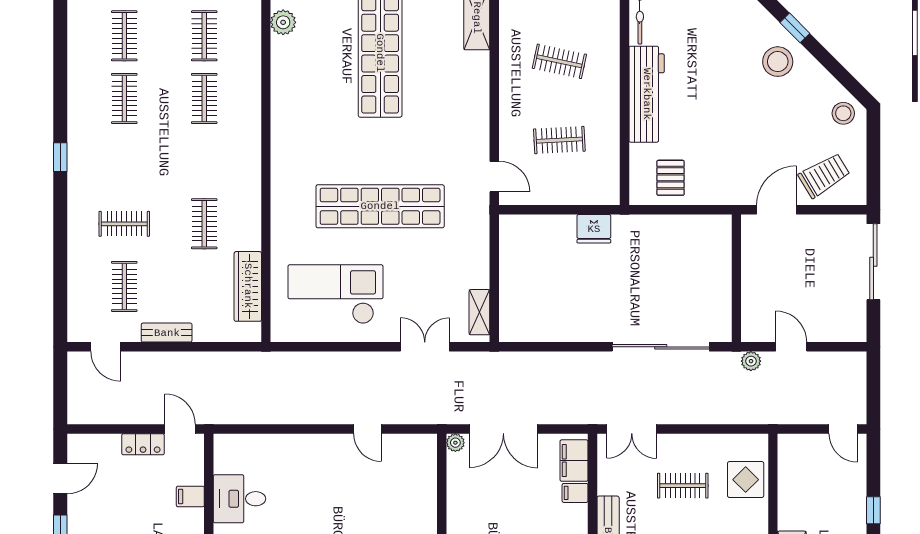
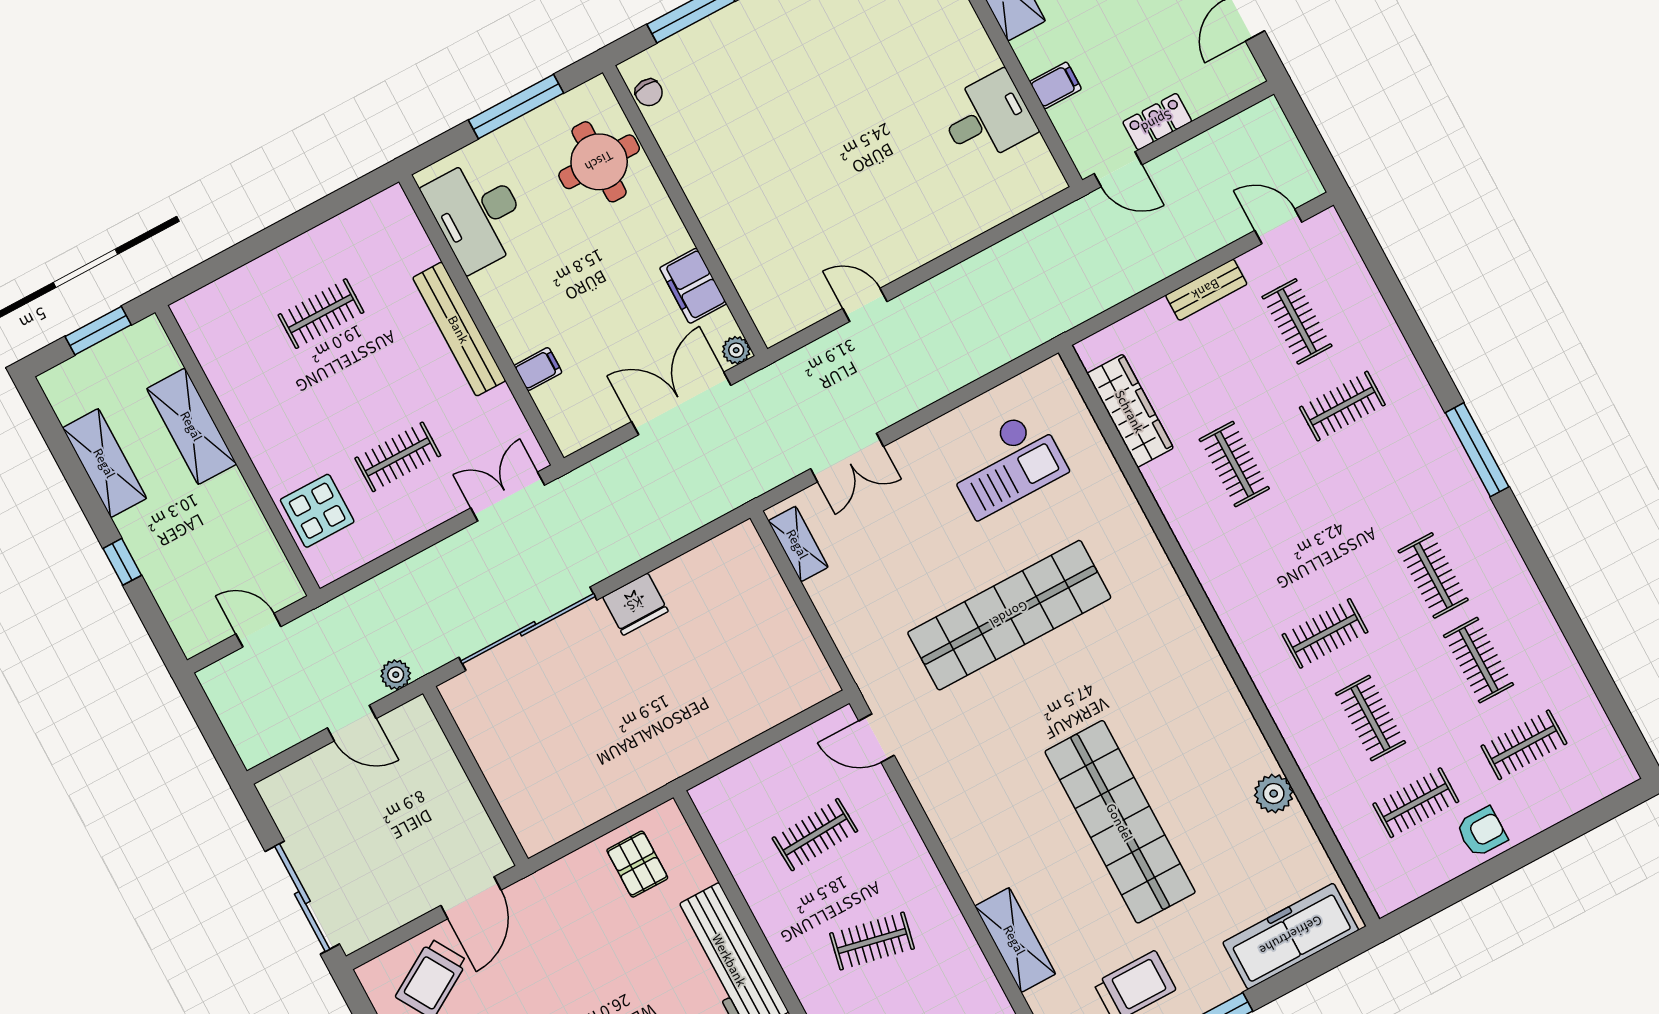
clothes rail: (204, 98) -> (1325, 633), turned 90
window: (60, 157) -> (1477, 450), width x2.17
fridge: (594, 229) -> (635, 604), moved, turned 180
checkout: (336, 294) -> (1006, 464), width x0.73, depth x0.83
door: (843, 429) -> (258, 630), moved
filing cabinet: (574, 461) -> (693, 286), moved, turned 180

